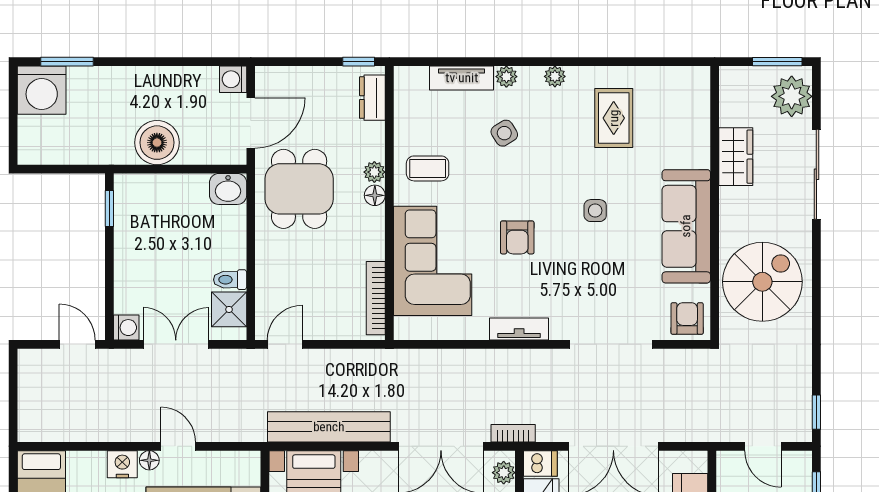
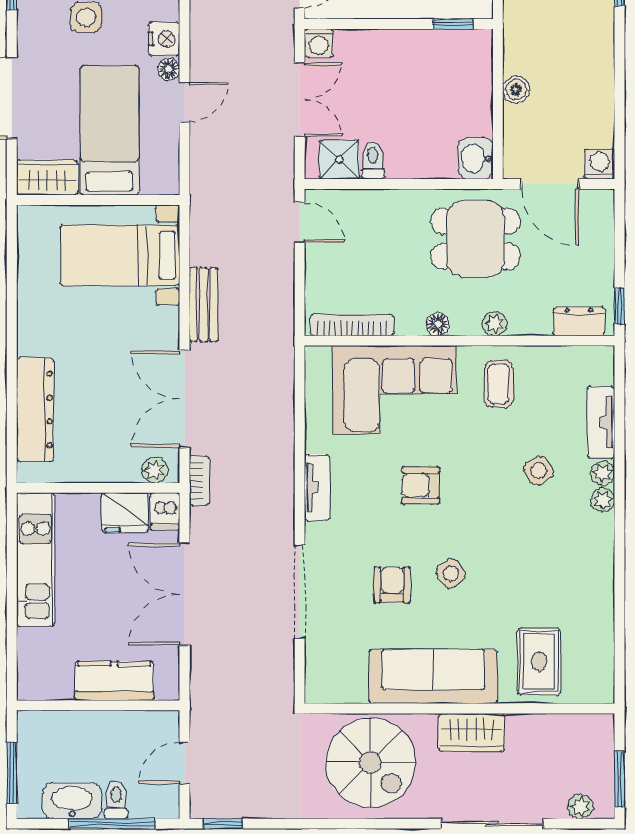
plant: (555, 76) -> (603, 500), moved
plant: (792, 96) -> (580, 806), width x0.53, depth x0.53
rug: (614, 118) -> (539, 661), moved, turned 90
boiler: (157, 143) -> (516, 90), width x0.54, depth x0.54
wardrobe: (736, 157) -> (472, 732), moved
floor lamp: (375, 195) -> (438, 324), moved
side table: (595, 211) -> (451, 573), turned -38
armchair: (687, 319) -> (392, 585), moved, turned -90
bench: (329, 427) -> (203, 304), width x0.54, depth x0.82

